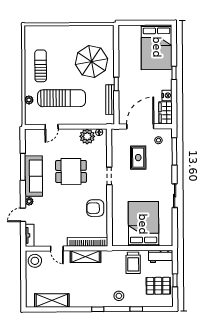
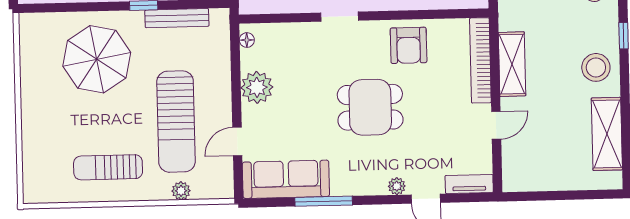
sun lounger: (62, 98) -> (176, 122), turned 180
door: (52, 127) -> (237, 141), swing flipped
plant: (87, 136) -> (257, 87), moved
dining table: (71, 171) -> (370, 107), moved, turned 90
sofa: (34, 176) -> (286, 179), moved
stool: (35, 261) -> (596, 67), moved

